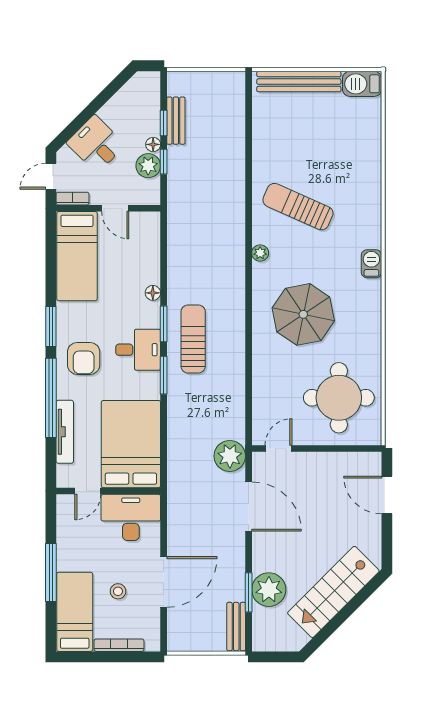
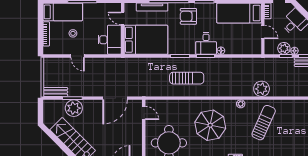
door: (115, 208) -> (263, 32), swing flipped
sun lounger: (193, 339) -> (187, 78), moved
desk: (138, 350) -> (206, 43), moved
plant: (230, 456) -> (262, 89), moved
door: (164, 582) -> (78, 56), width x0.53

